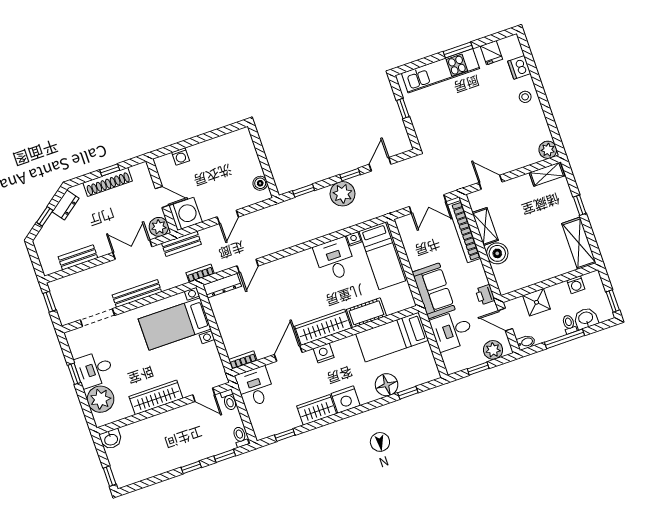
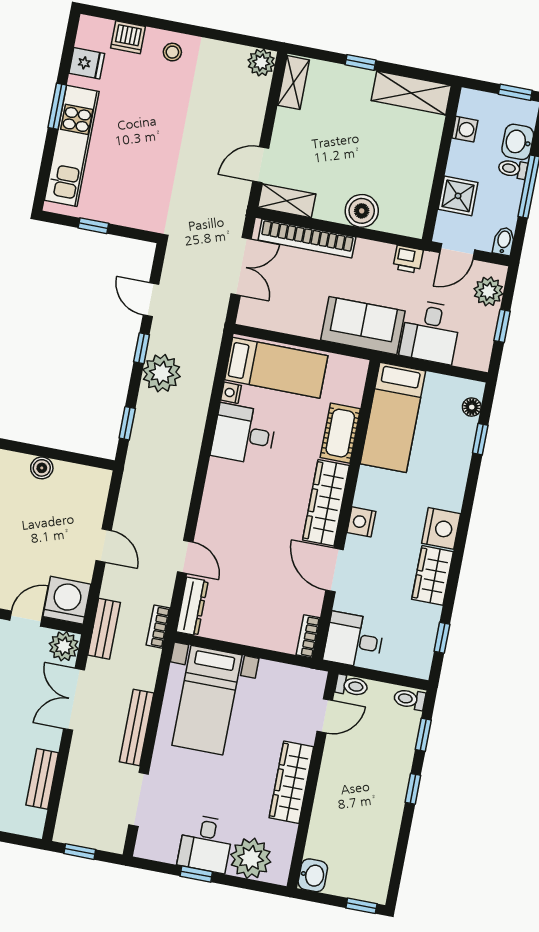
boiler: (260, 183) -> (42, 468), moved
shelving: (485, 226) -> (287, 201), moved
floor lamp: (387, 385) -> (472, 407), moved, width x0.53, depth x0.53

